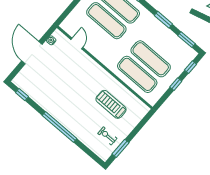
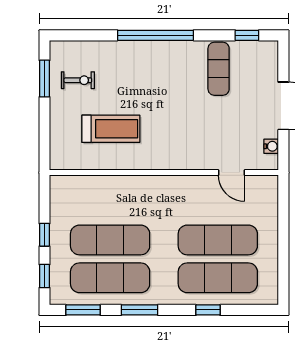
exercise mat: (137, 74) -> (110, 278), moved
exercise mat: (45, 91) -> (219, 69), added

